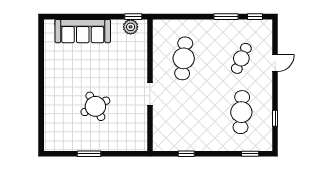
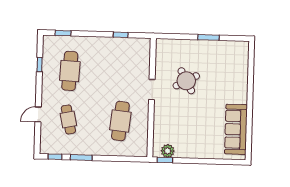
sofa: (83, 31) -> (236, 129), moved, turned -90
cafe table: (241, 58) -> (68, 119), turned -36
round table: (95, 106) -> (186, 81), moved

